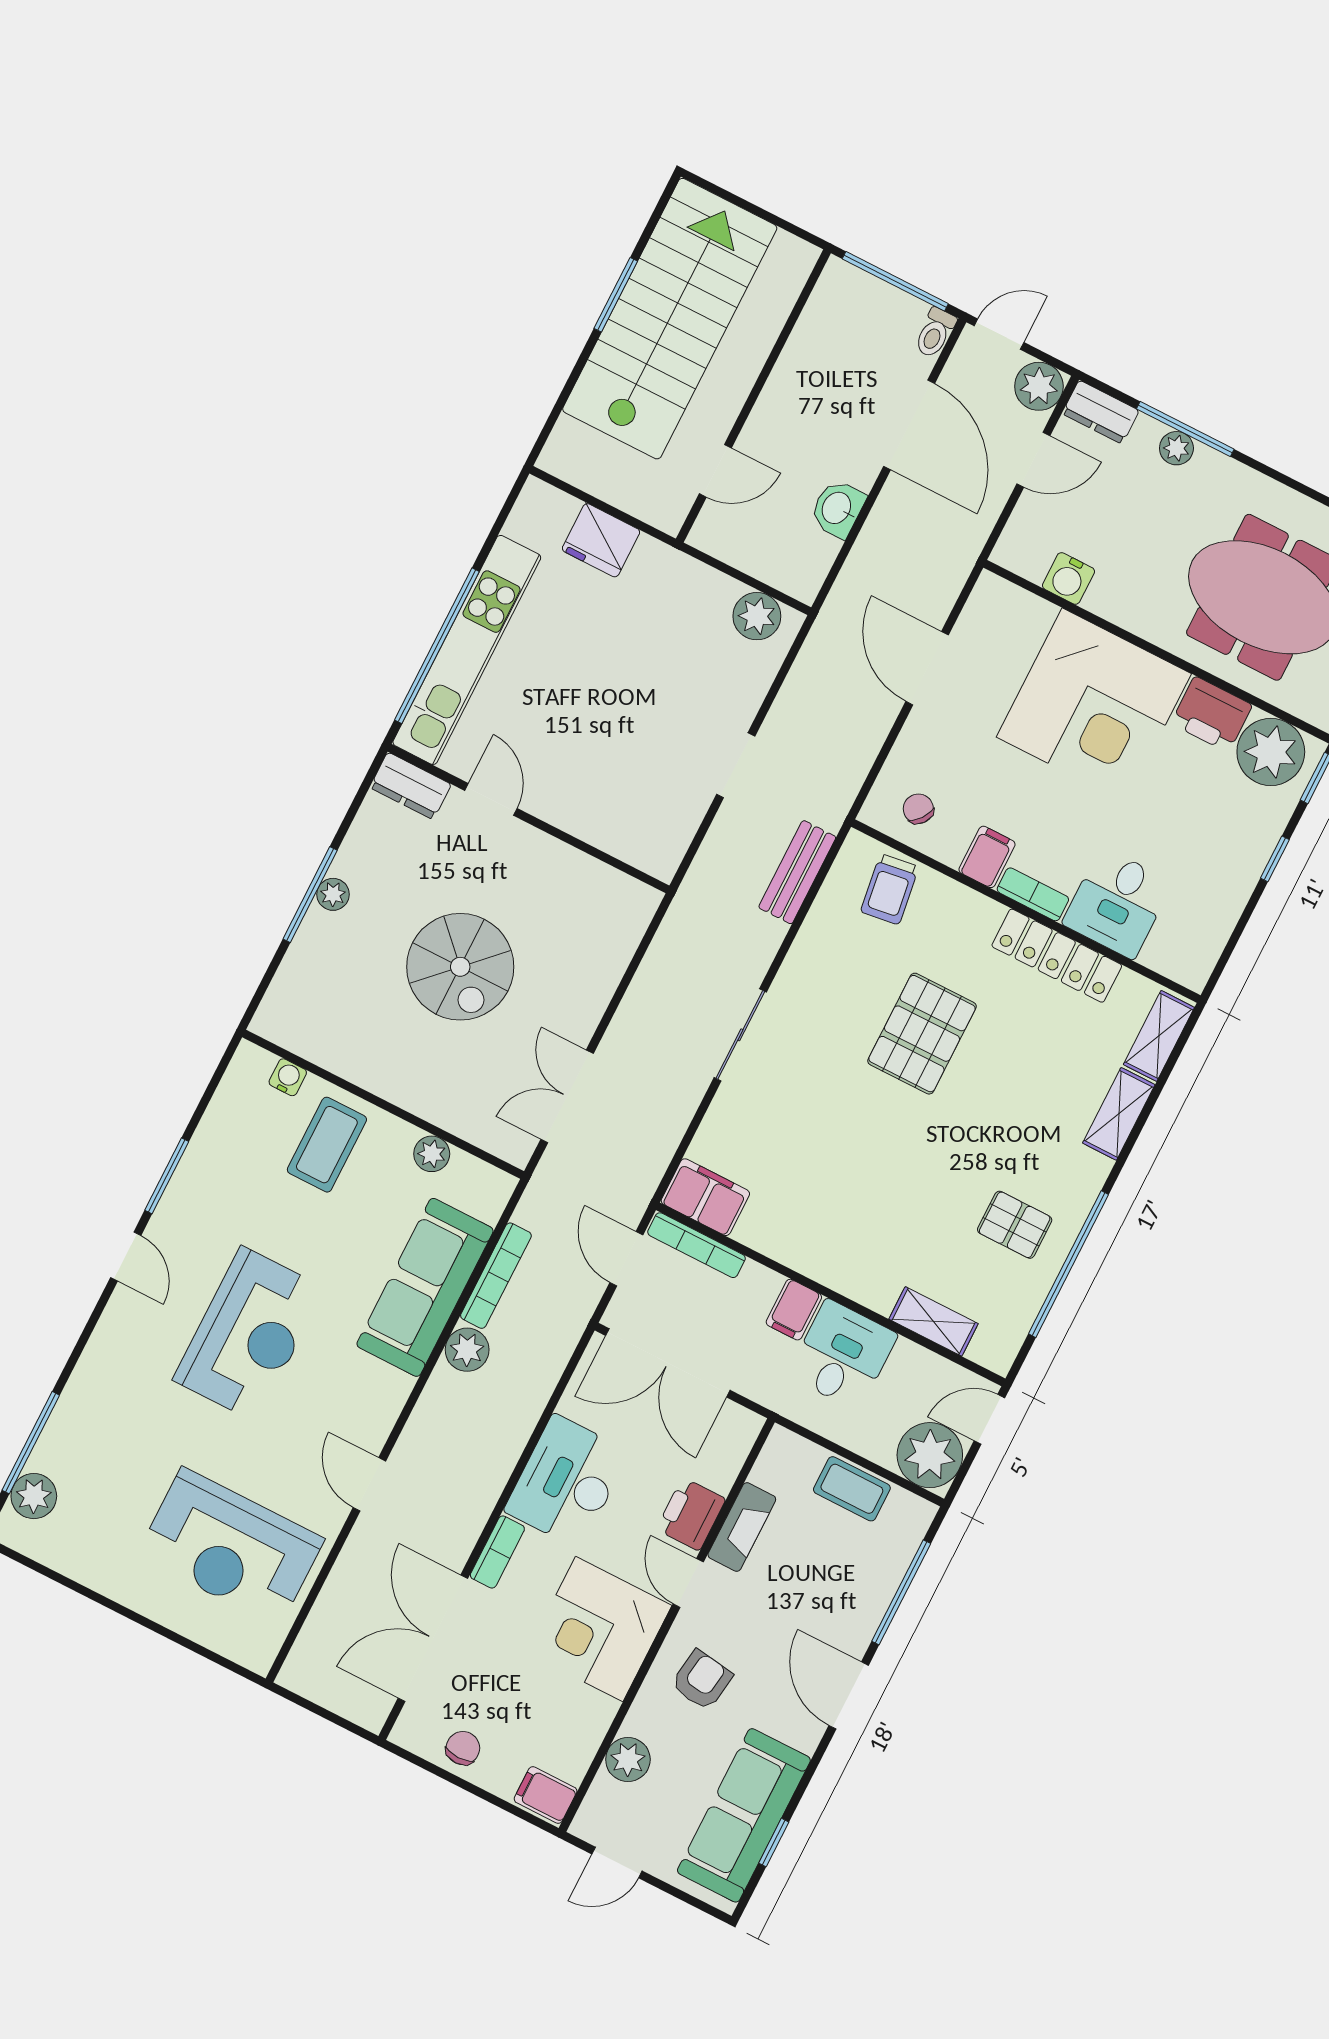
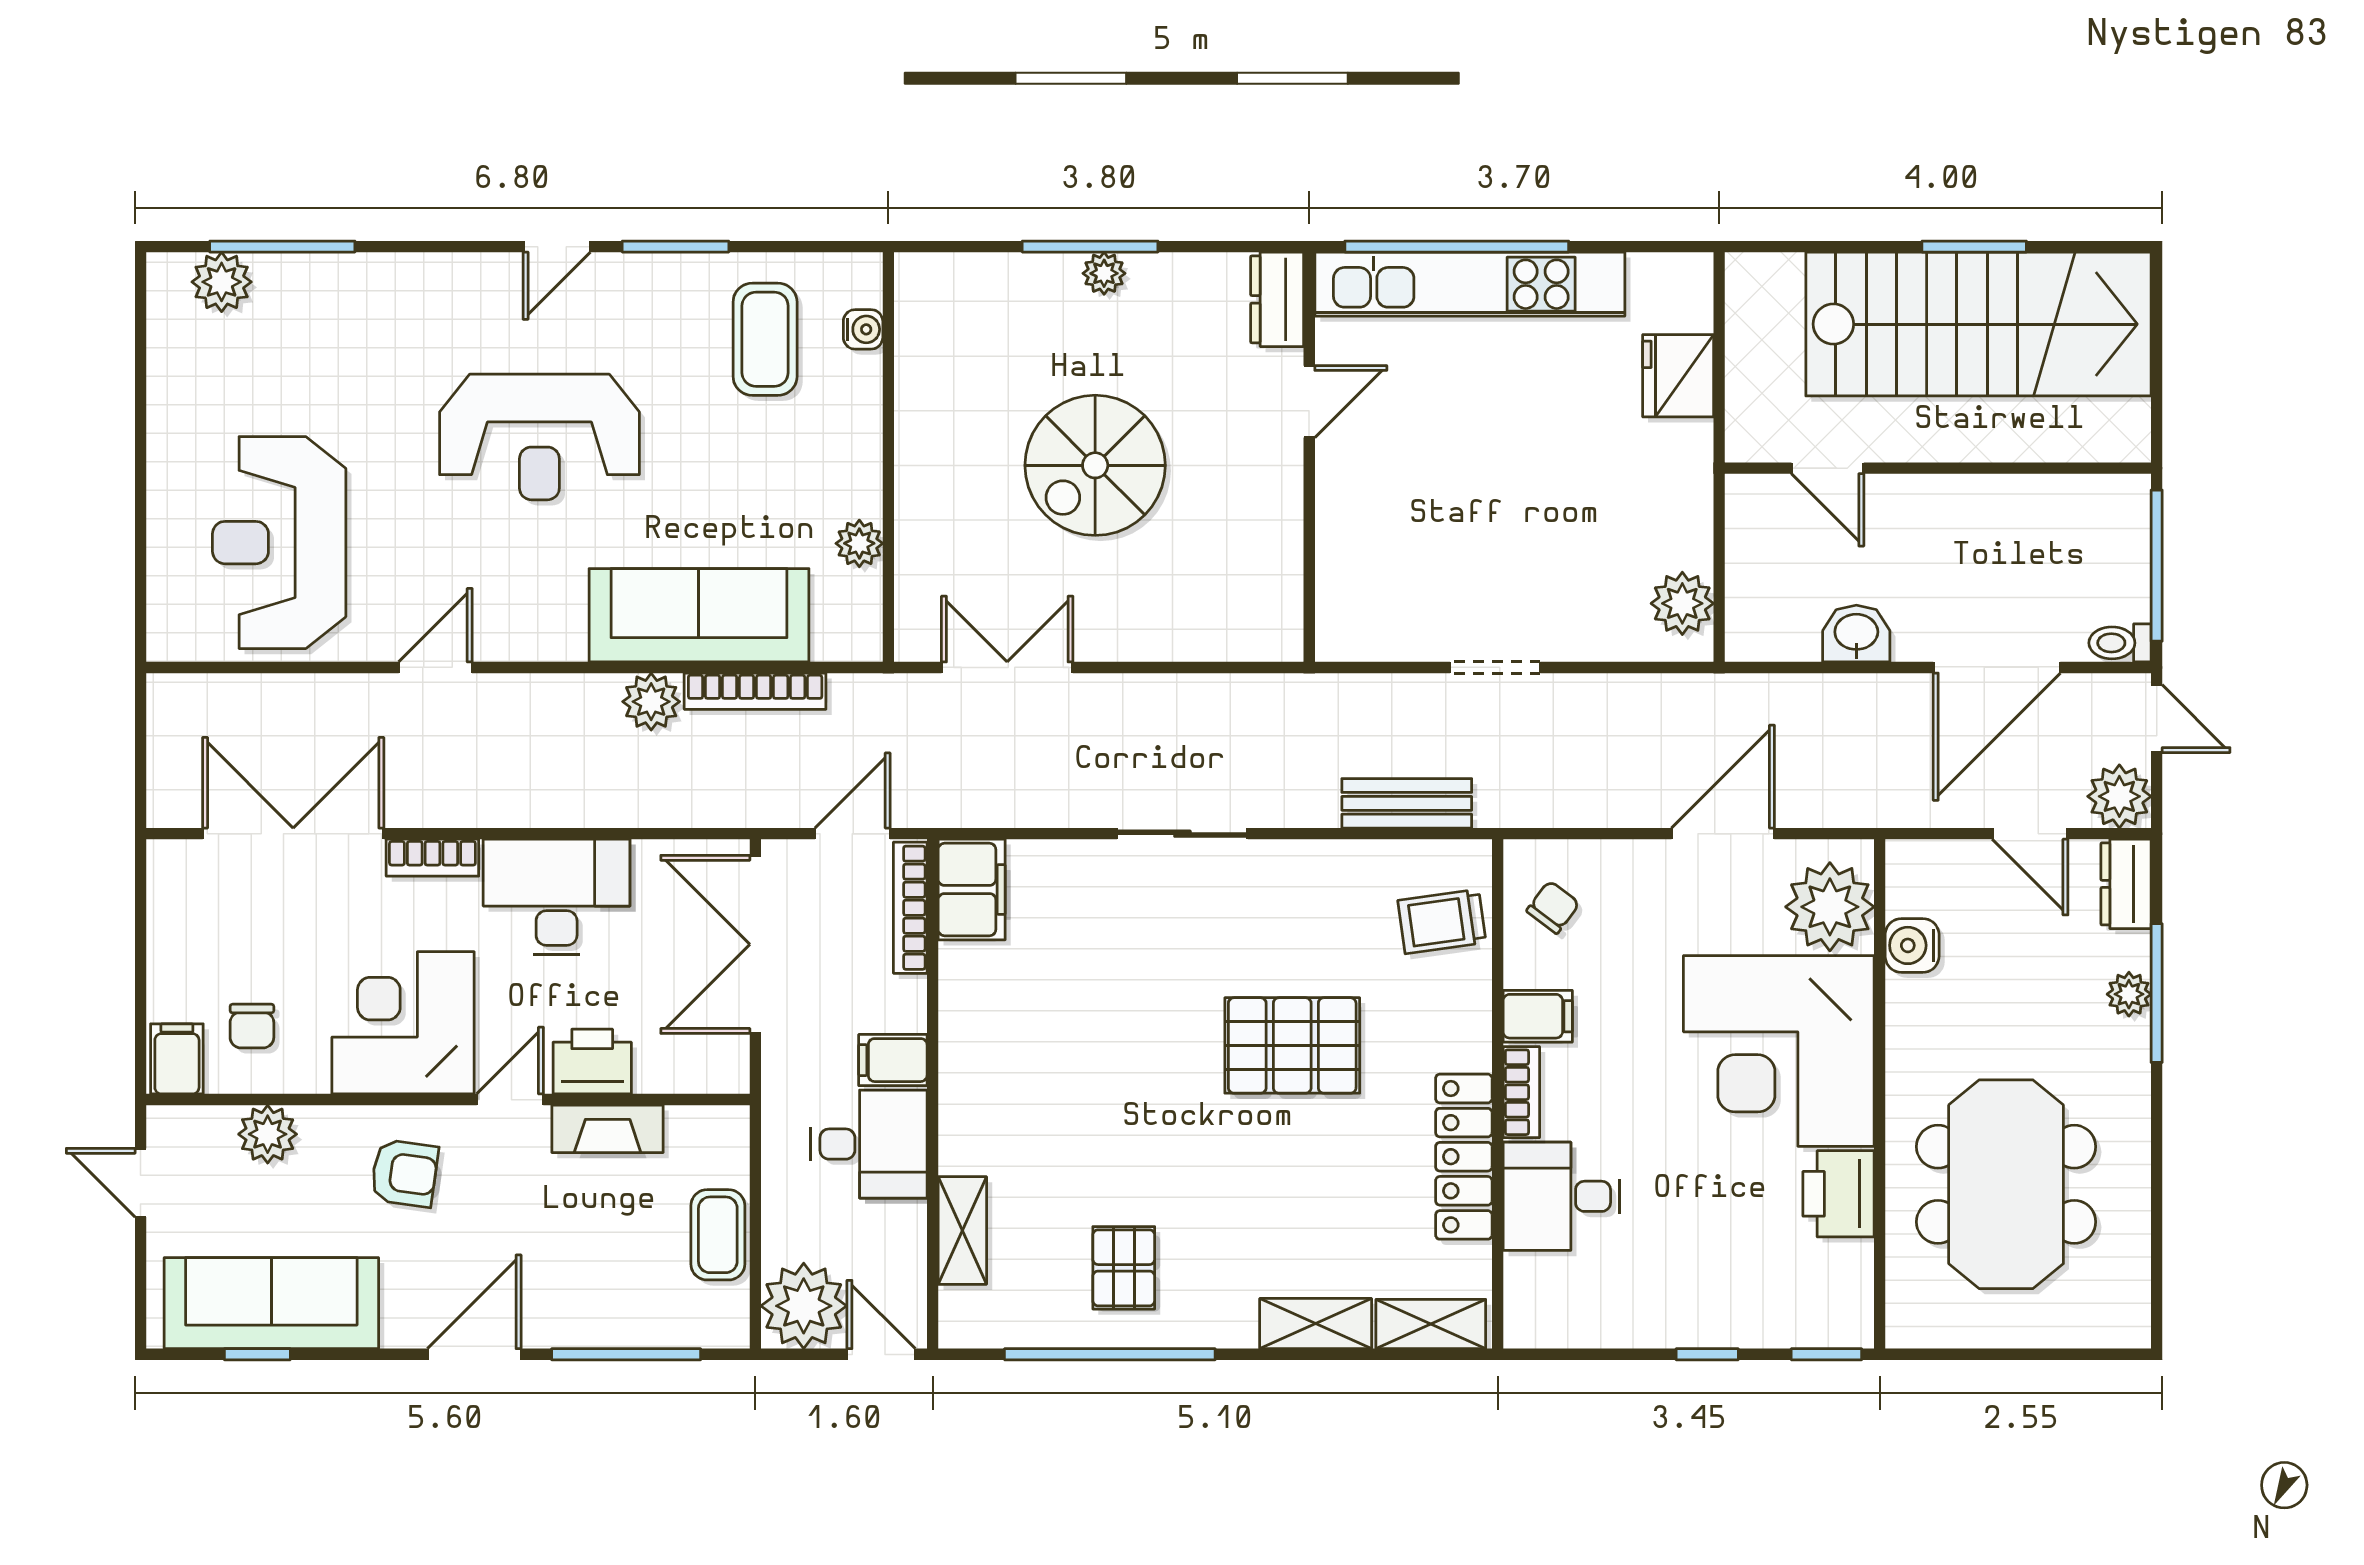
plant: (1271, 752) -> (1830, 907), moved
coffee table: (327, 1145) -> (765, 339), moved, turned 90
chair: (463, 1748) -> (252, 1026), moved, turned 90

